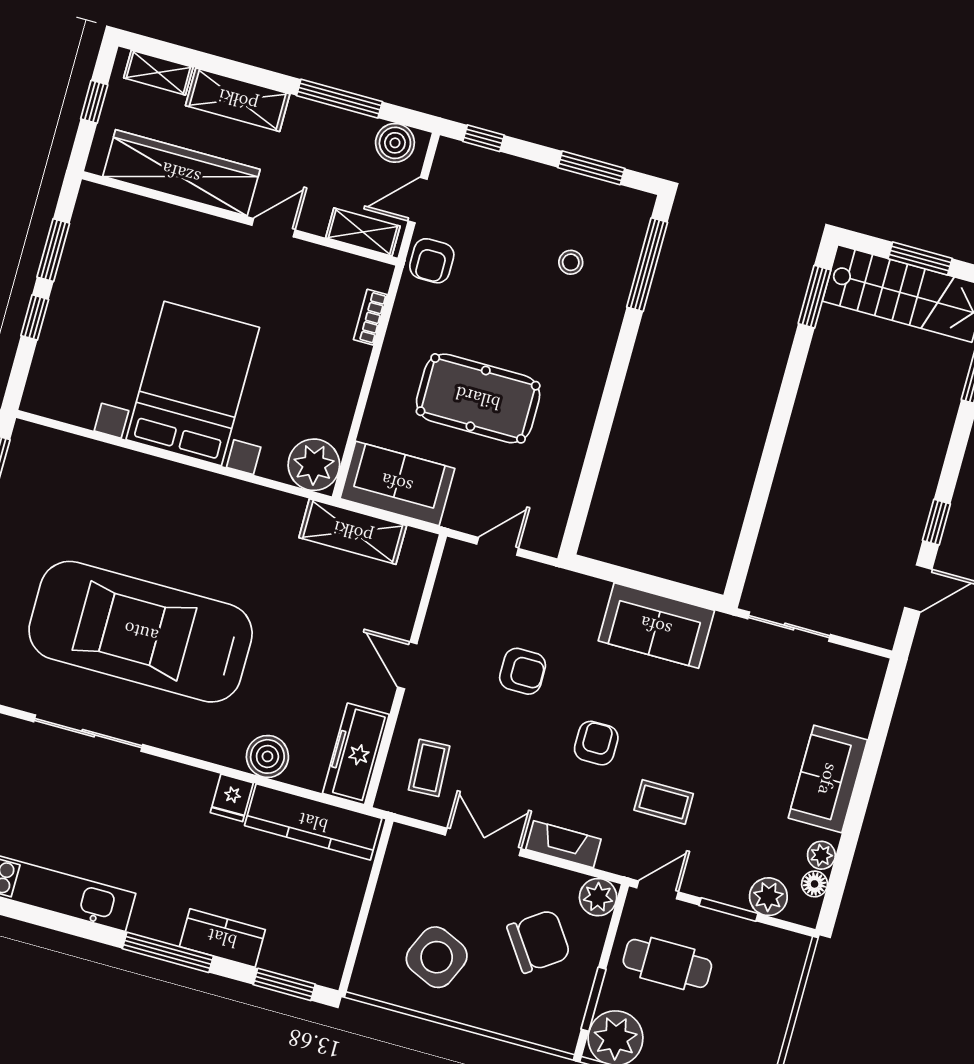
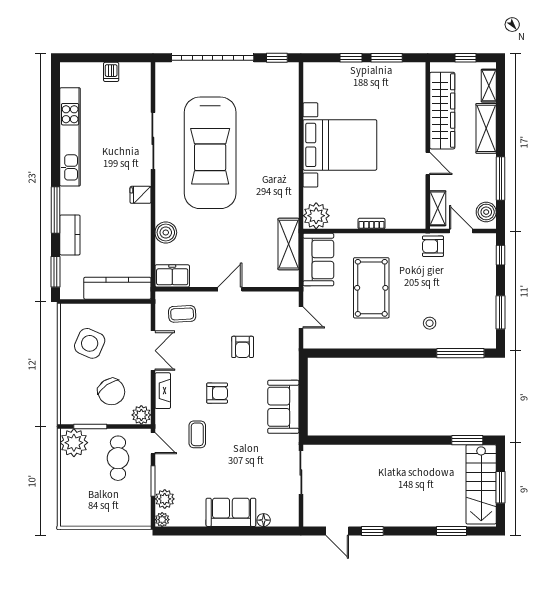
stool: (571, 262) -> (430, 323), moved
bookcase: (370, 317) -> (372, 224), moved
car: (141, 632) -> (210, 153), turned 180
freezer: (356, 754) -> (172, 276), width x0.71
fridge: (232, 798) -> (140, 195), moved
kitchen counter: (313, 822) -> (117, 288), moved, turned 90
plant: (821, 855) -> (162, 520), moved
floor lamp: (815, 884) -> (264, 520), moved

